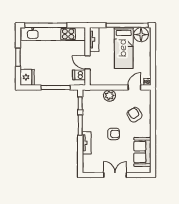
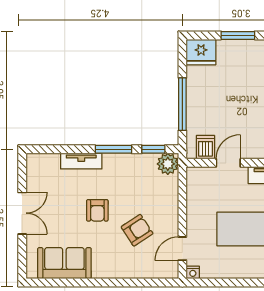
door: (134, 87) -> (182, 249), swing flipped
plant: (109, 95) -> (168, 164), moved
armchair: (135, 115) -> (137, 230), moved

